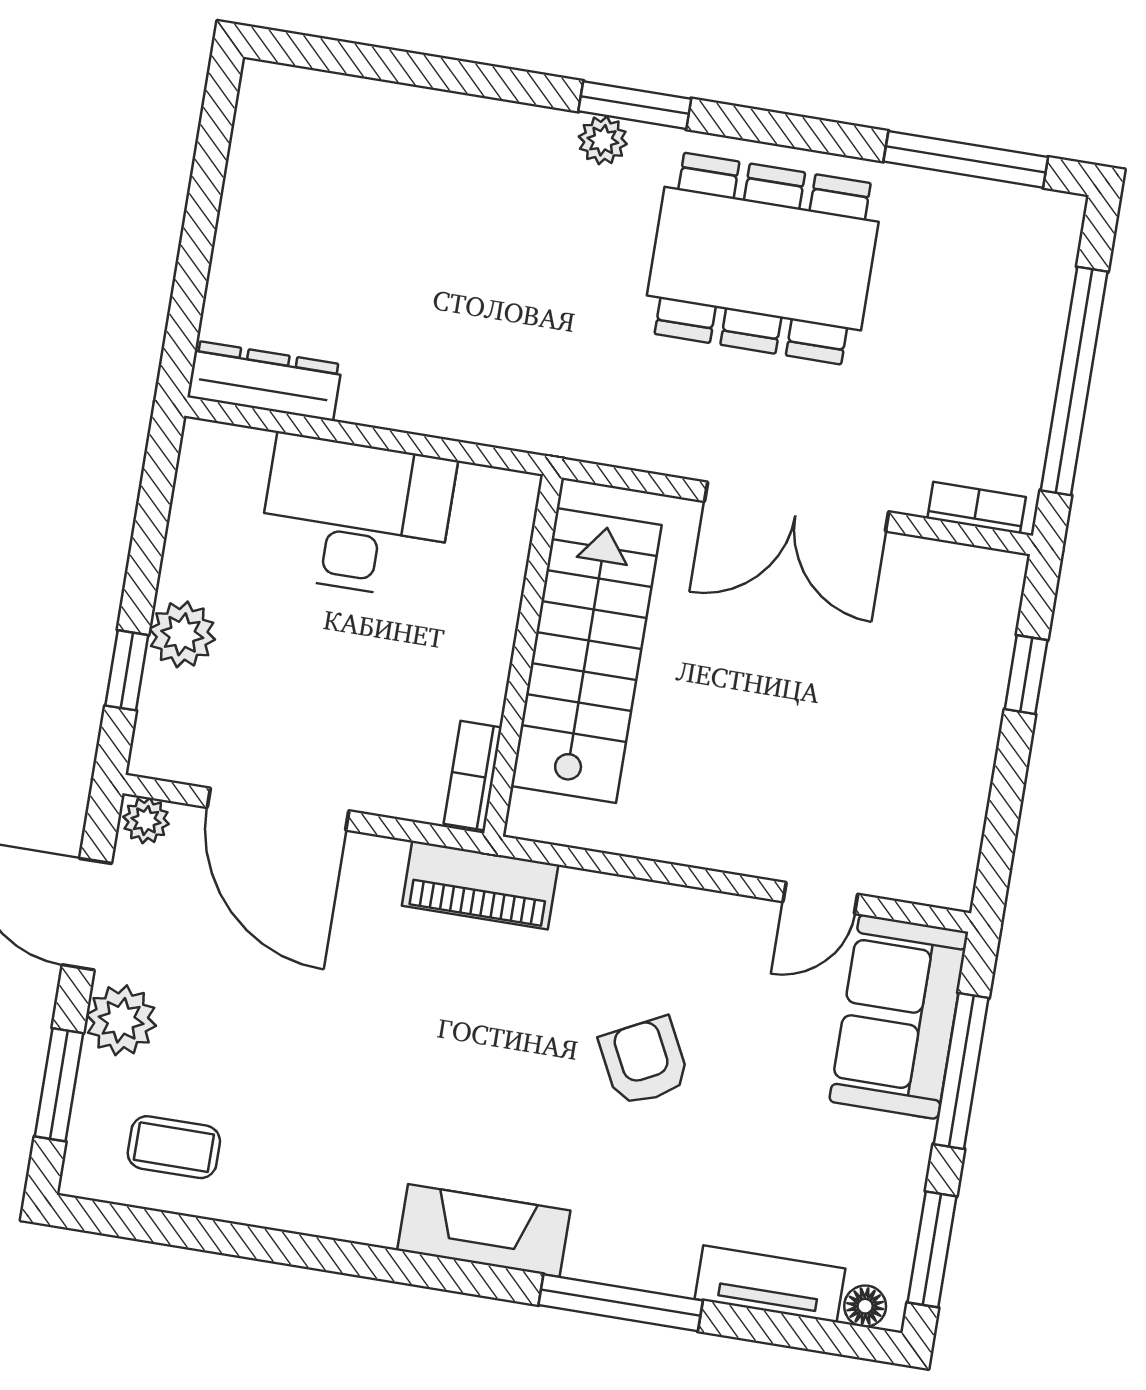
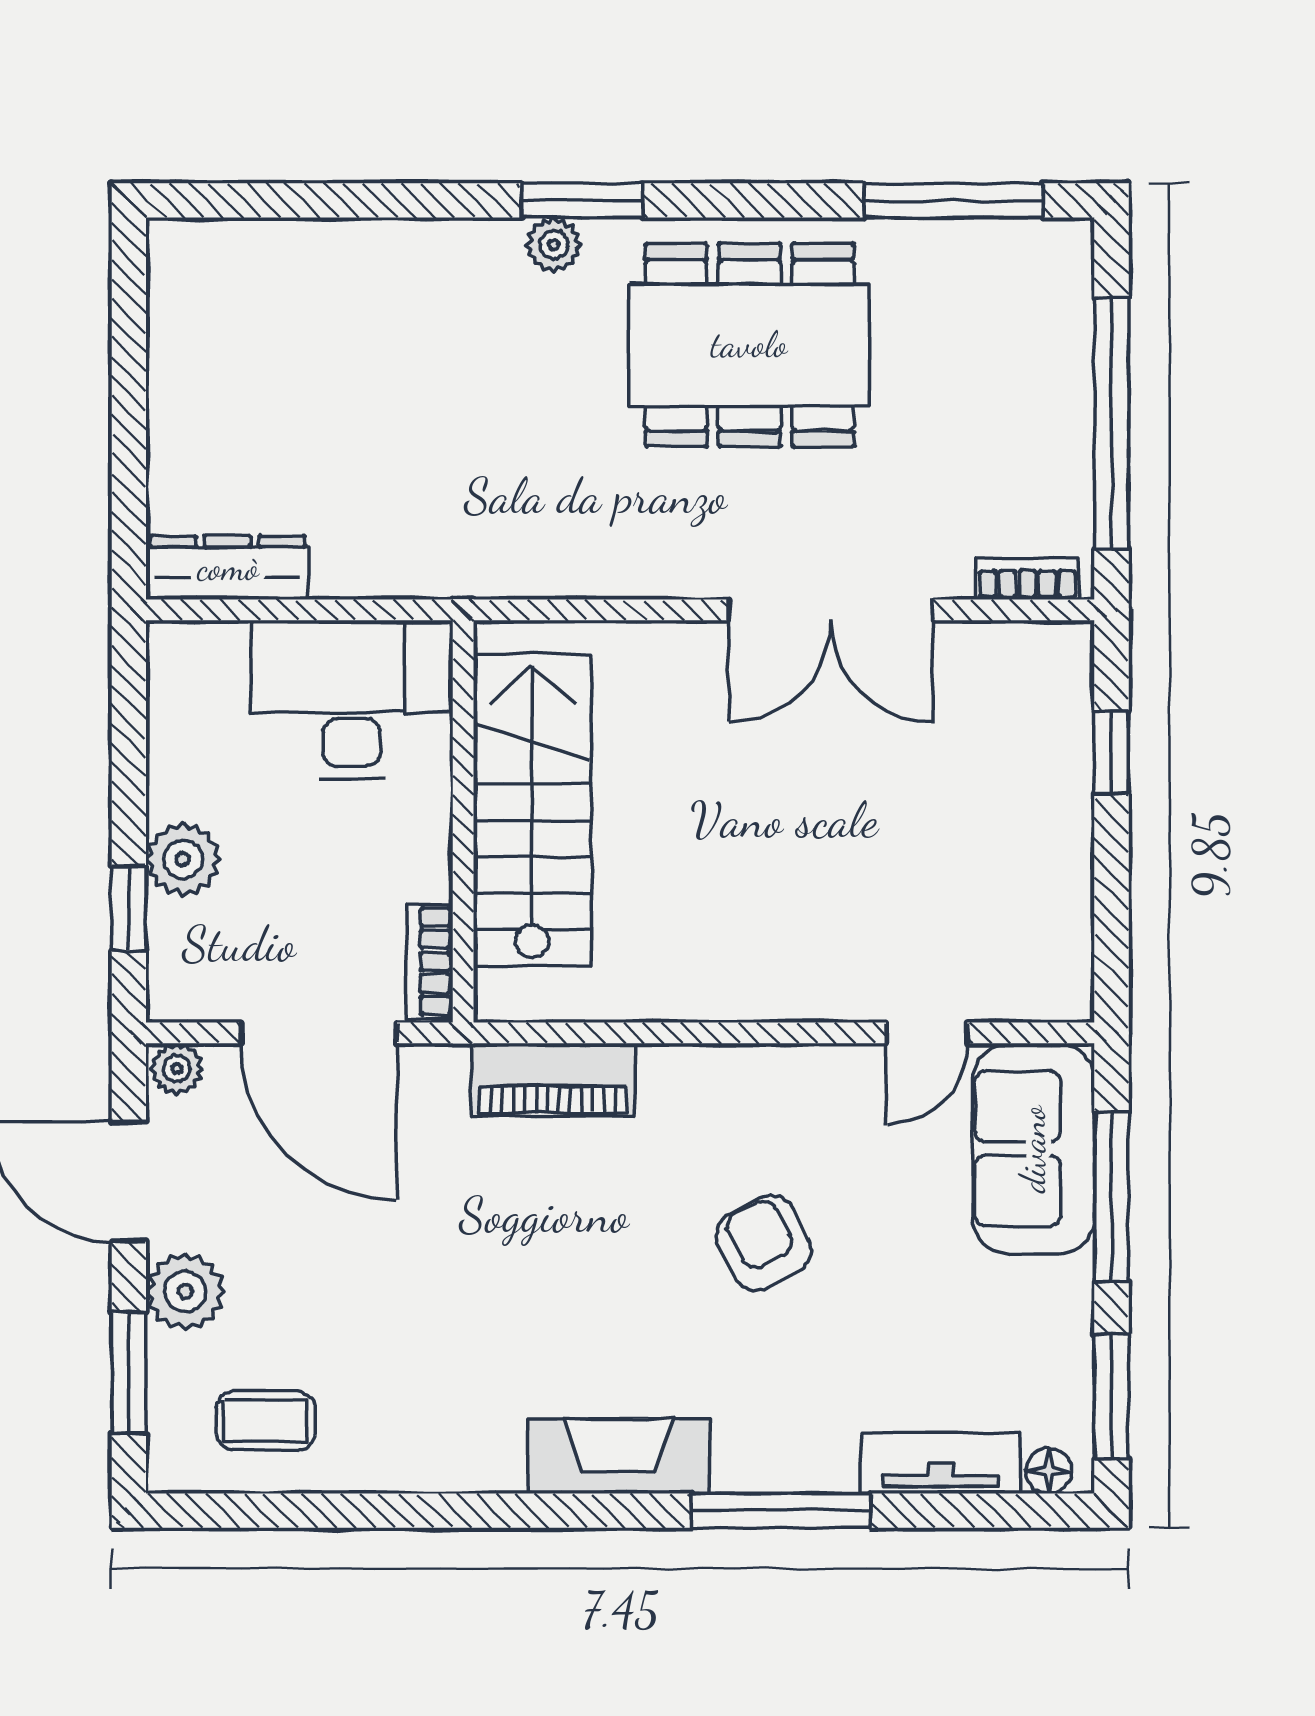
stairs: (586, 655) -> (532, 810), moved
wall: (523, 656) -> (463, 821), moved
bookcase: (473, 776) -> (430, 961), moved

